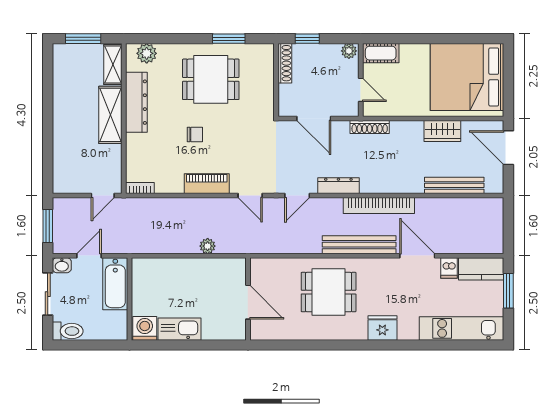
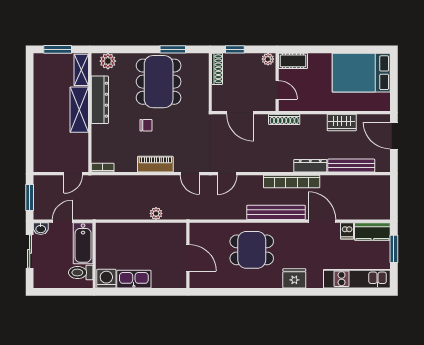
bed: (467, 77) -> (361, 73), width x0.73
dining table: (211, 79) -> (159, 82), width x1.38
dresser: (338, 186) -> (310, 166), moved
toilet: (68, 331) -> (81, 273), moved, turned 180

